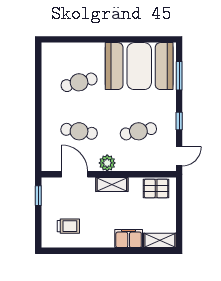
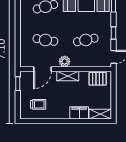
door: (75, 174) -> (42, 69), swing flipped

